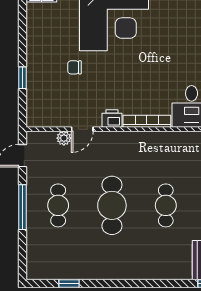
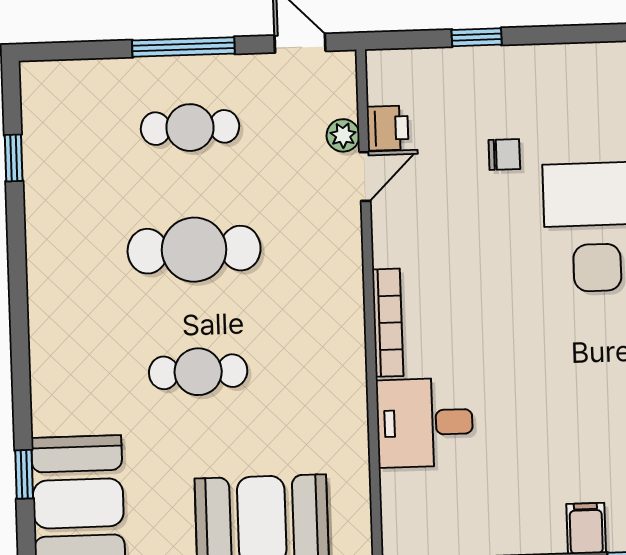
chair: (75, 67) -> (504, 154), turned 90
printer: (112, 118) -> (388, 128), moved
door: (82, 129) -> (365, 176), swing flipped

